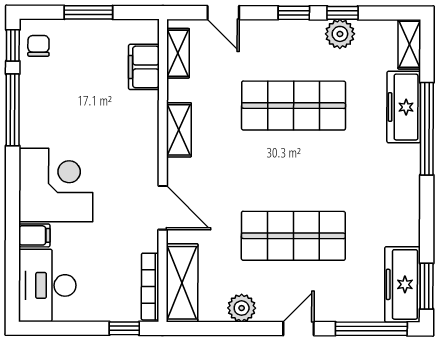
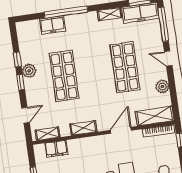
plant: (340, 34) -> (29, 71), moved
shelving: (409, 44) -> (110, 14), moved
freezer: (404, 107) -> (52, 25), width x0.71

